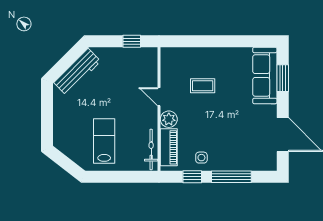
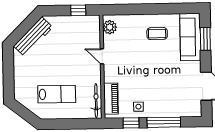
coffee table: (203, 86) -> (157, 34), moved
plant: (169, 119) -> (110, 27), moved
lab bench: (104, 141) -> (57, 94), turned 90

